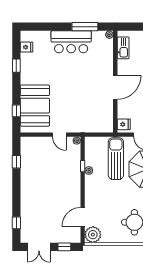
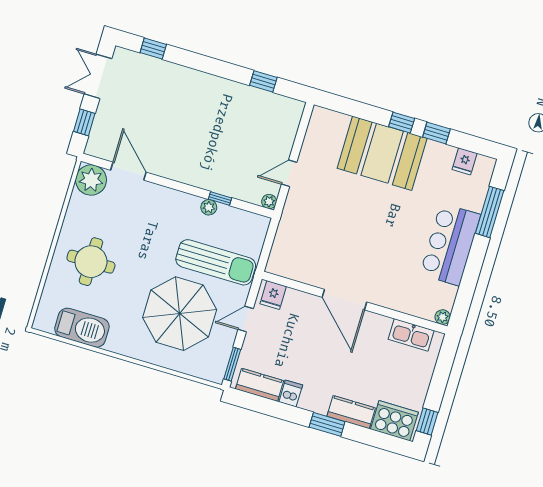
window: (85, 27) -> (490, 212), moved
booth: (35, 106) -> (382, 153), moved
window: (16, 111) -> (402, 123), moved

